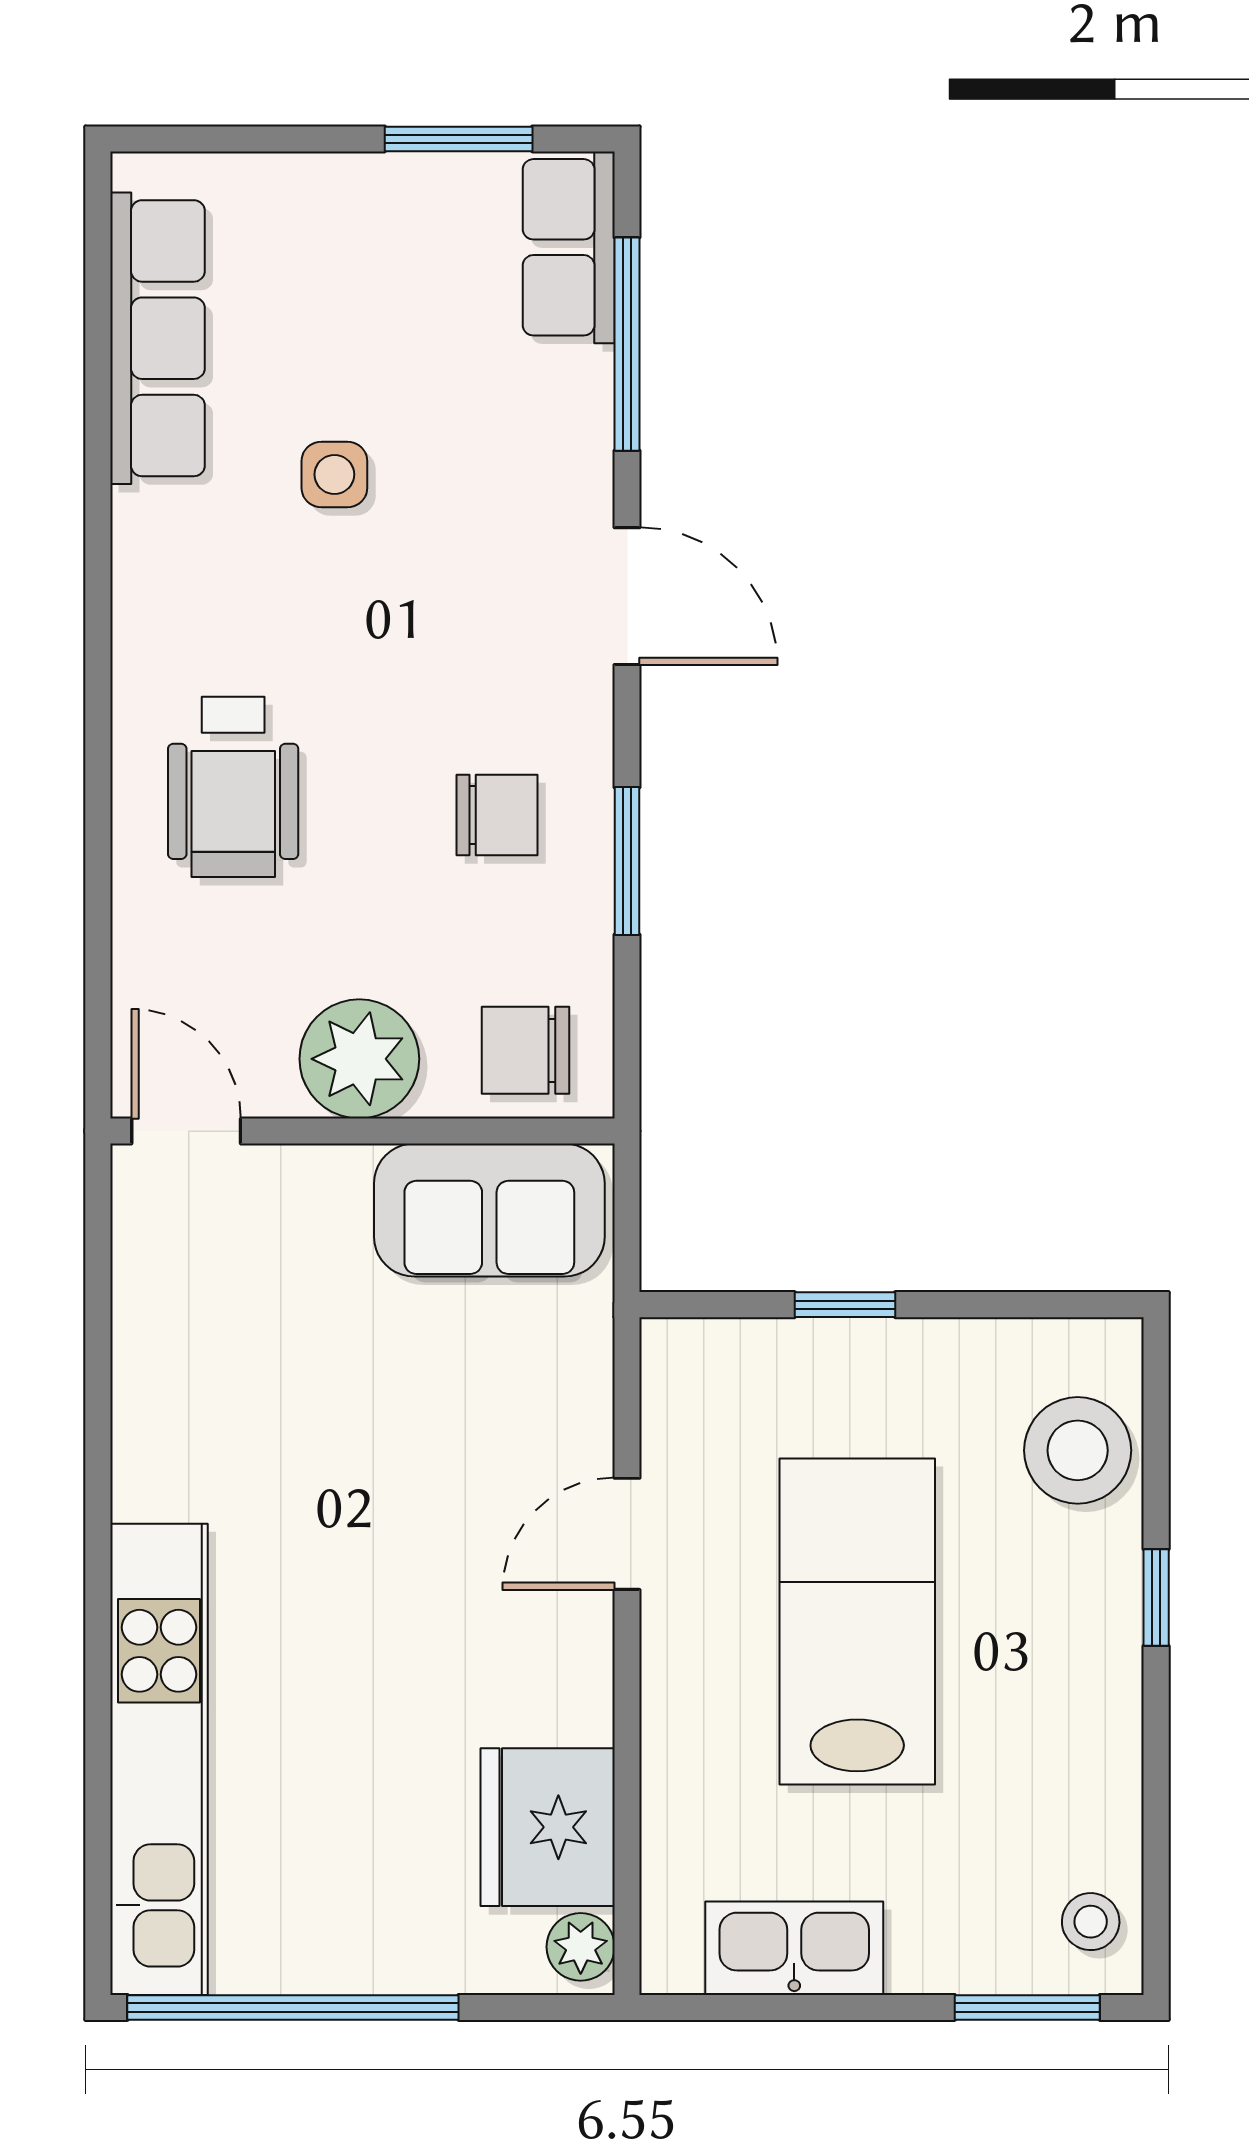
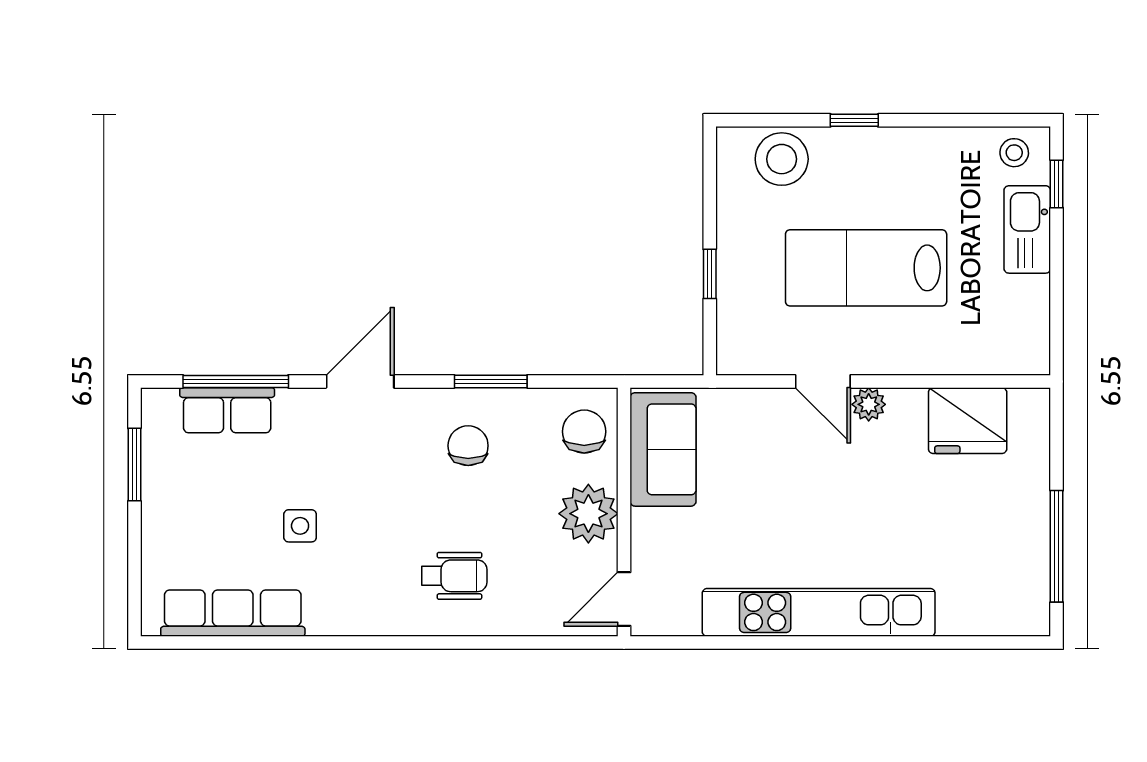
row of seats: (569, 247) -> (227, 410), moved
wheelchair: (233, 787) -> (454, 576), width x0.73, depth x0.73
chair: (526, 1050) -> (584, 432), turned 180
kitchen unit: (159, 1759) -> (819, 612), moved
plant: (581, 1947) -> (869, 404), moved
kitchen sink: (794, 1948) -> (1027, 229), moved
window: (293, 2007) -> (1057, 546), width x0.68
window: (1027, 2007) -> (1057, 184), width x0.67

